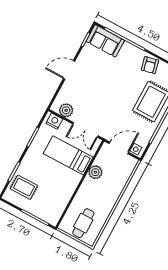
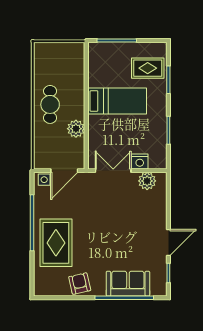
sofa: (105, 41) -> (128, 284), moved
door: (69, 70) -> (168, 243), moved
nightstand: (54, 121) -> (140, 162), moved
bed: (68, 155) -> (117, 101), moved
cafe table: (83, 223) -> (50, 104), moved

